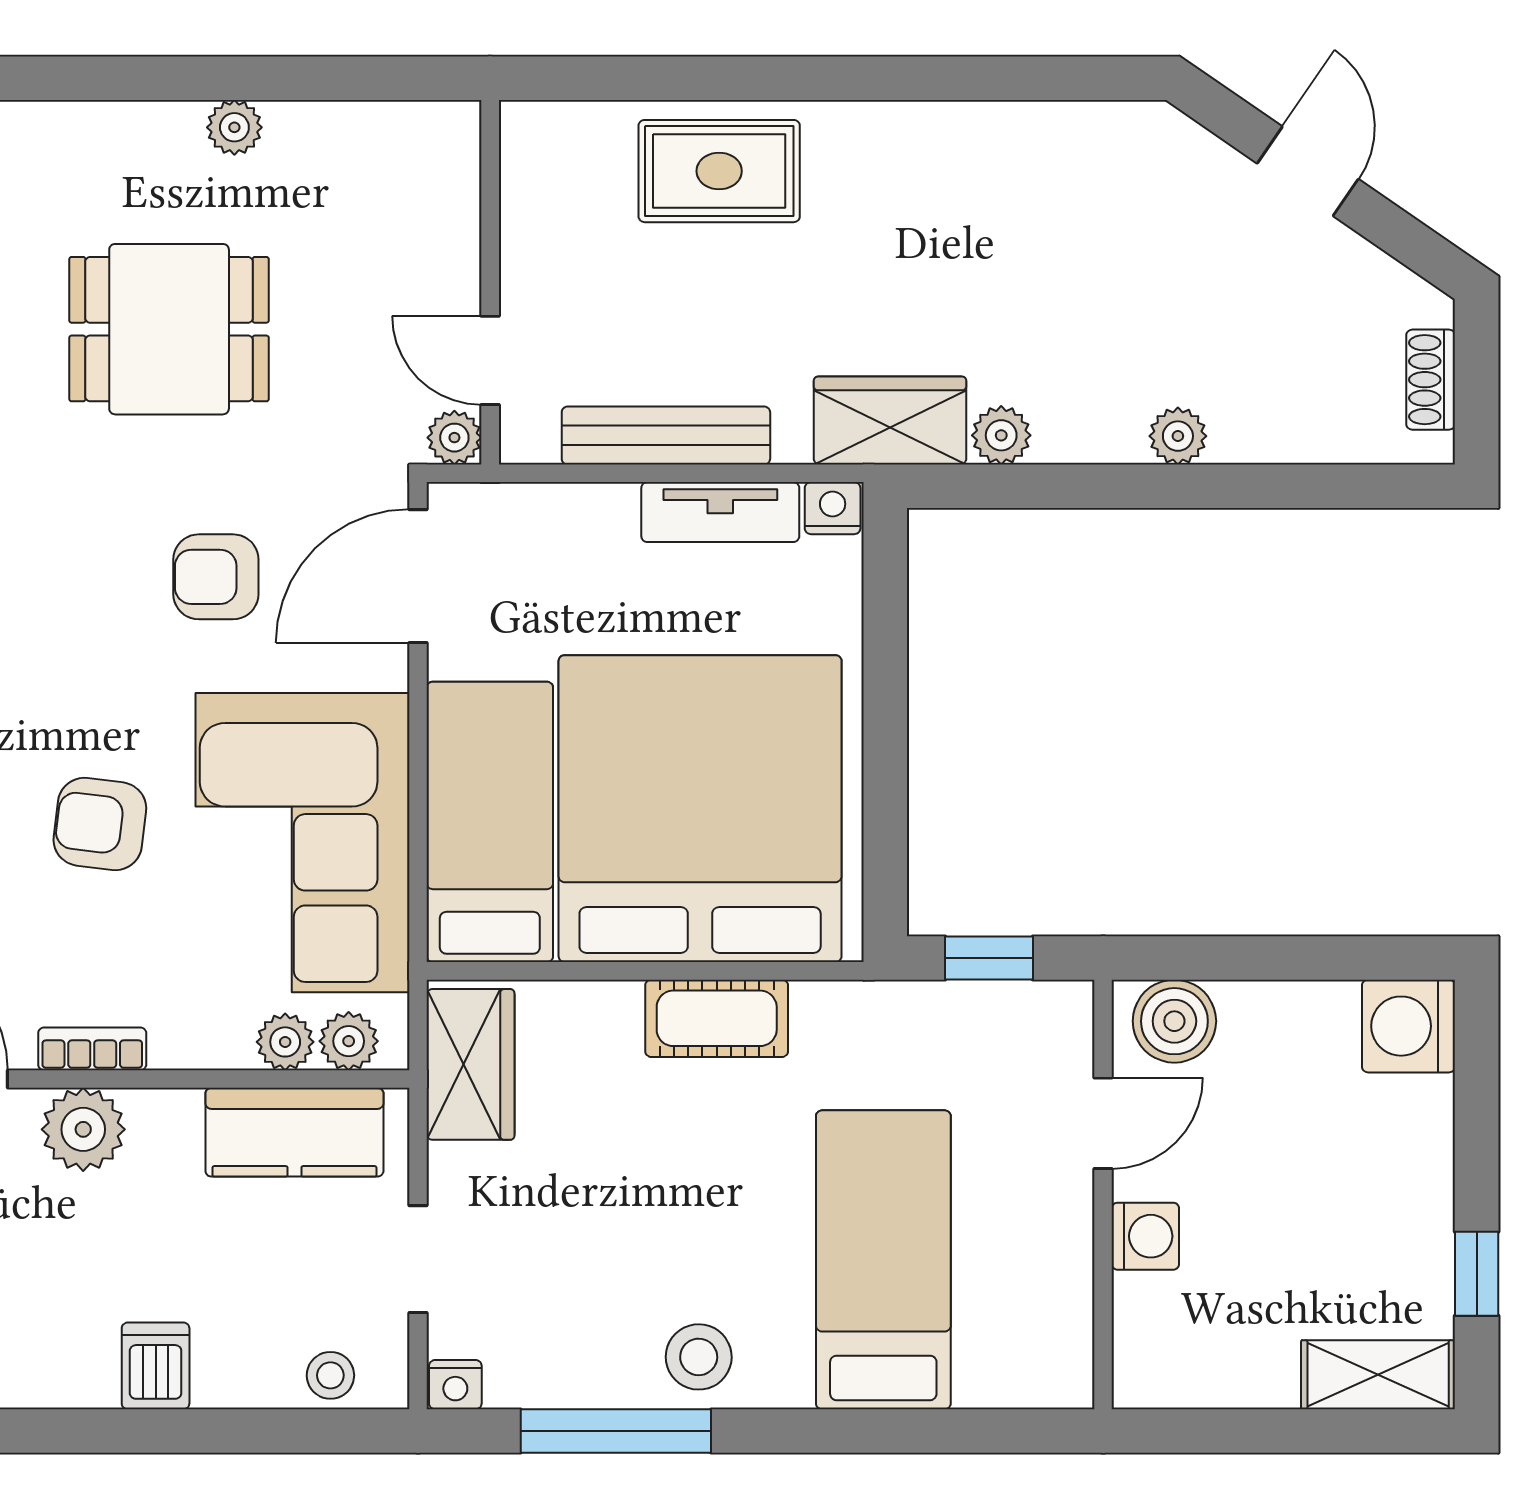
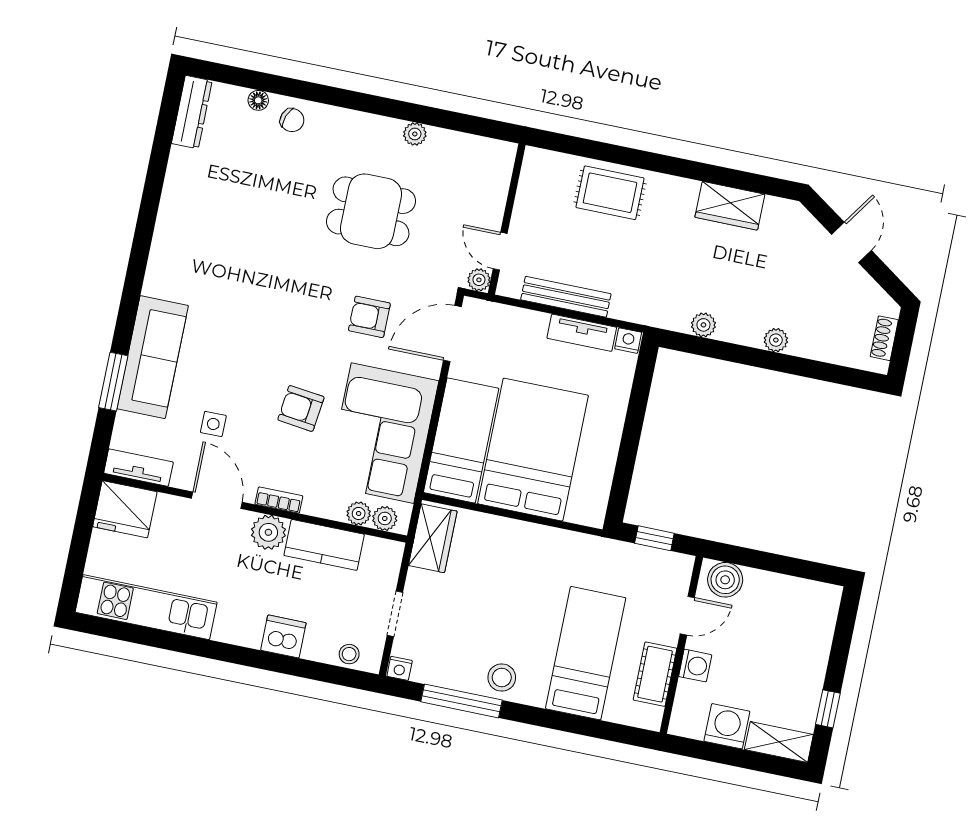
wardrobe: (890, 421) -> (730, 206), moved, turned 180
bed: (700, 809) -> (533, 450), width x0.73
cot: (717, 1018) -> (655, 674), moved, turned 90
washing machine: (1409, 1026) -> (727, 726), moved, turned 90
kitchen counter: (294, 1132) -> (324, 545), moved
dishwasher: (156, 1366) -> (283, 636), width x1.38

